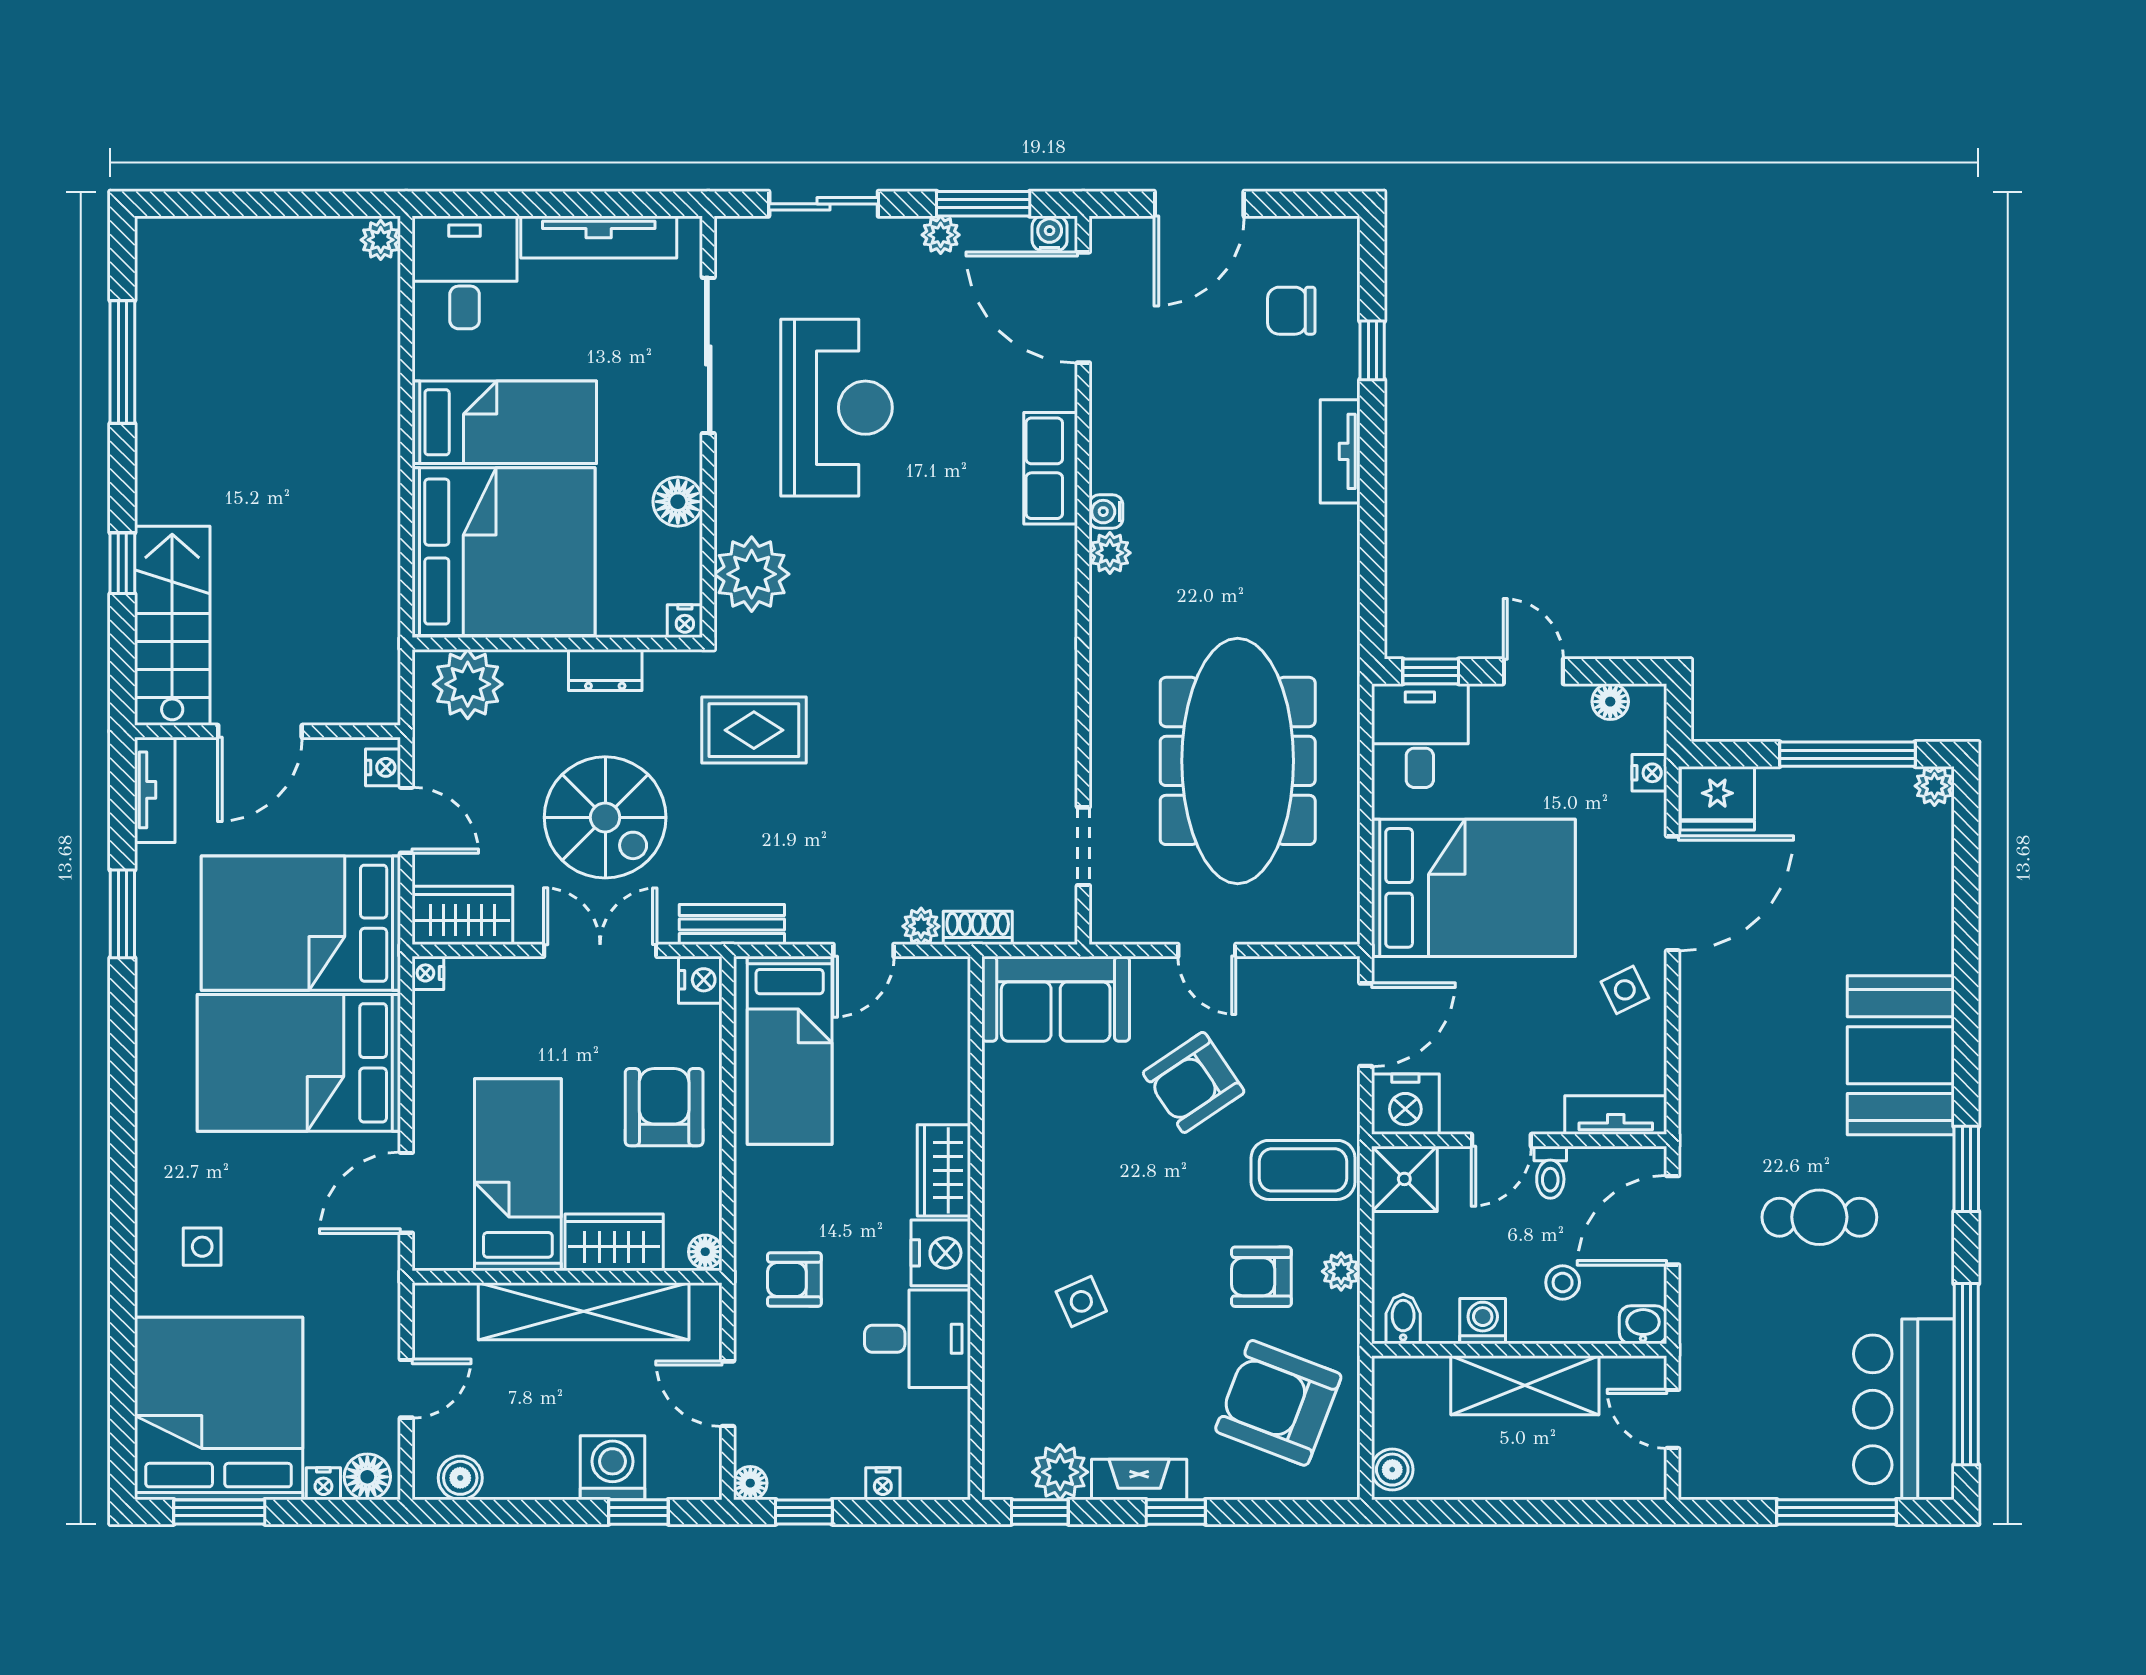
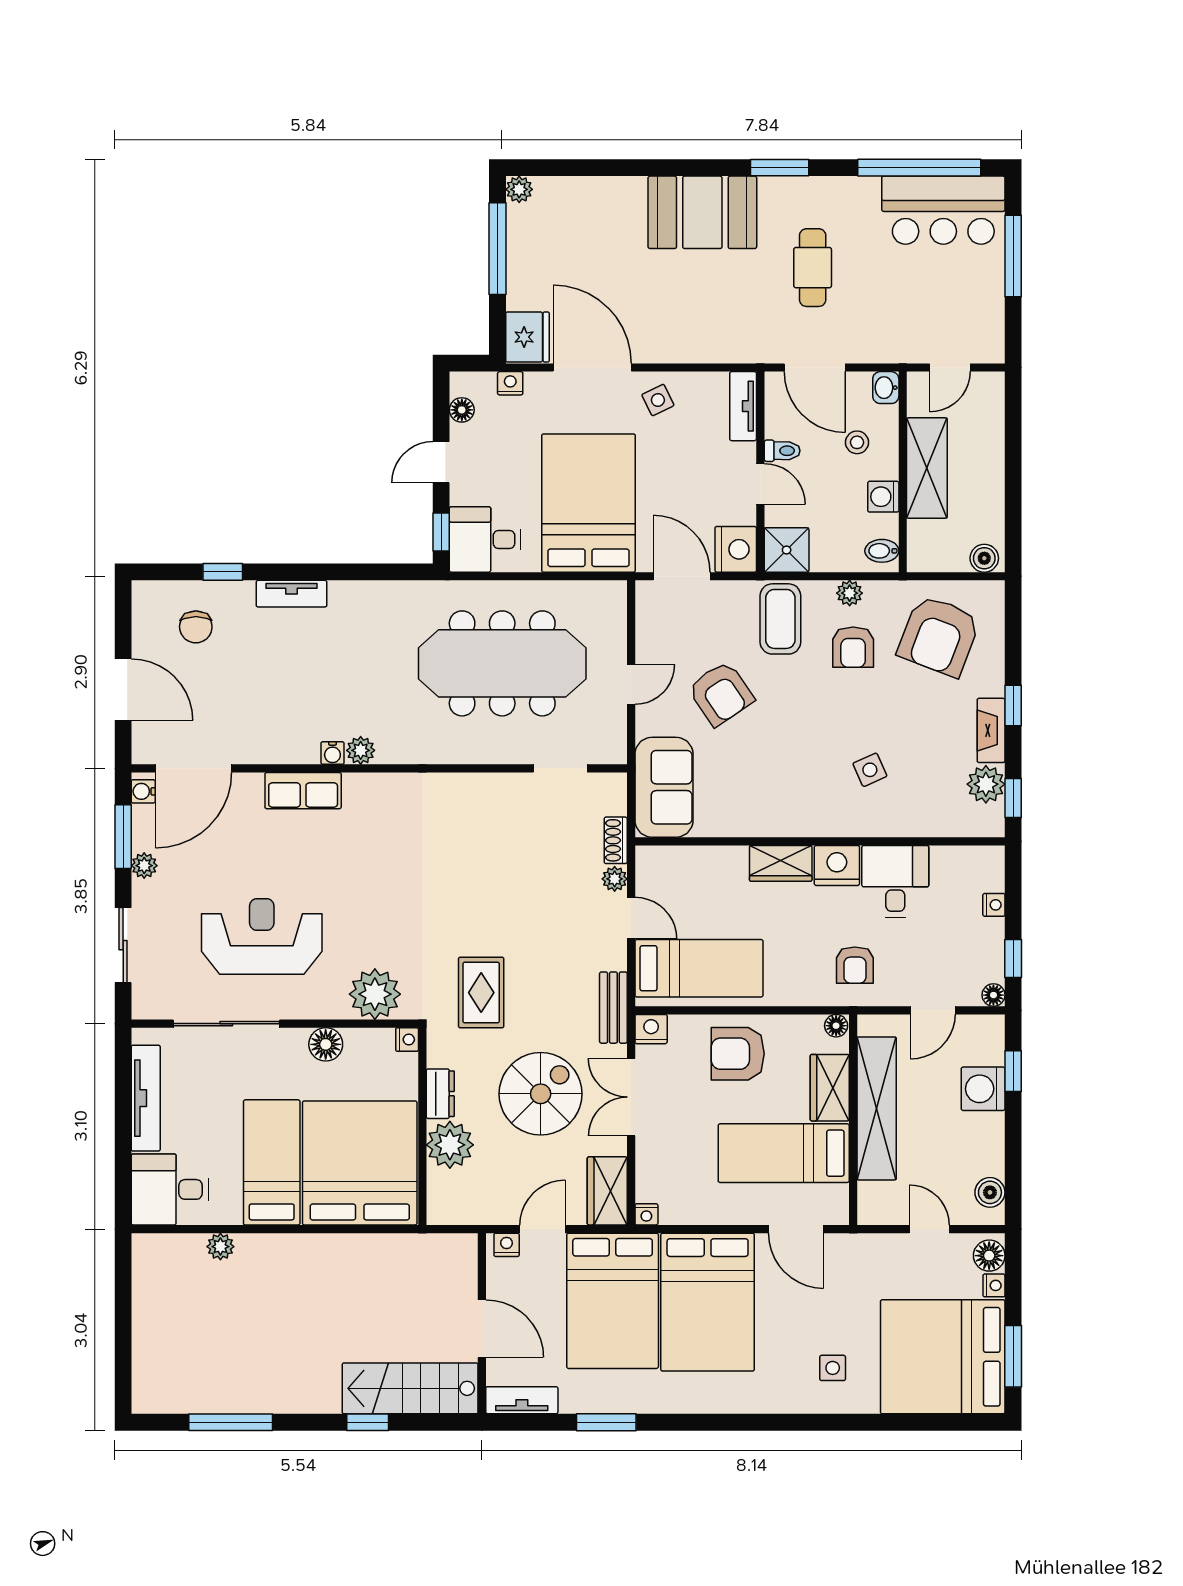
plant: (381, 240) -> (220, 1247), moved
plant: (468, 684) -> (450, 1145), moved

